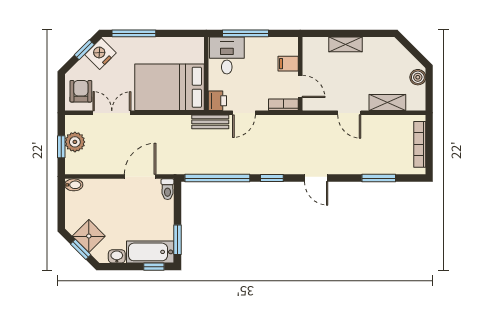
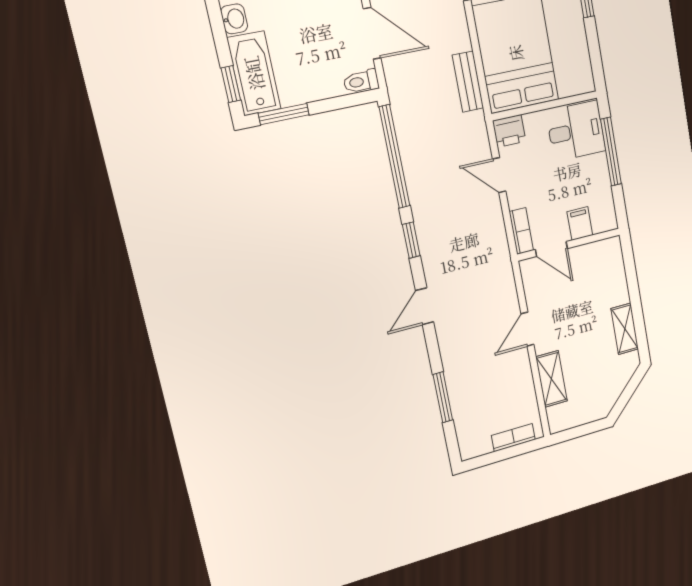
shelving: (346, 44) -> (625, 329), moved
boiler: (418, 77) -> (593, 411), removed
door: (300, 86) -> (551, 249), hinge flipped
bench: (210, 122) -> (468, 82), moved
bookcase: (420, 144) -> (513, 438), width x0.64

